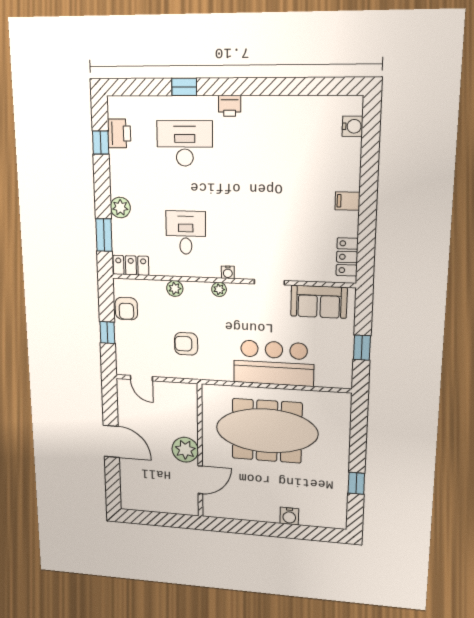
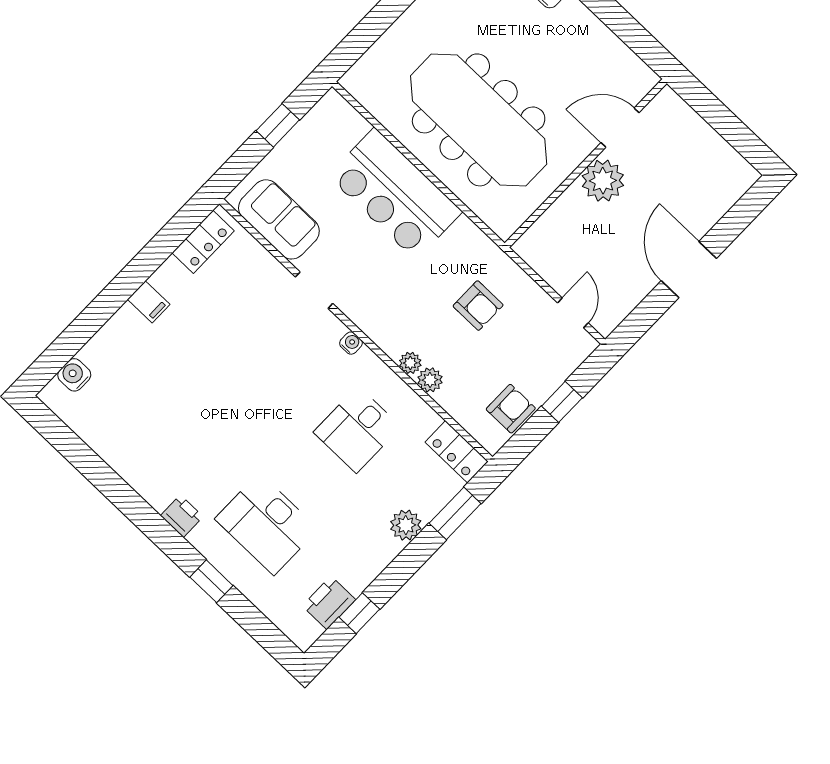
plant: (219, 289) -> (410, 363), moved

